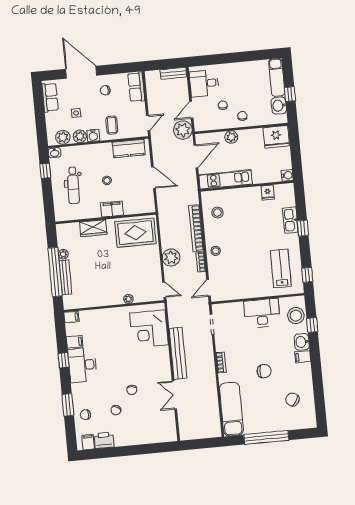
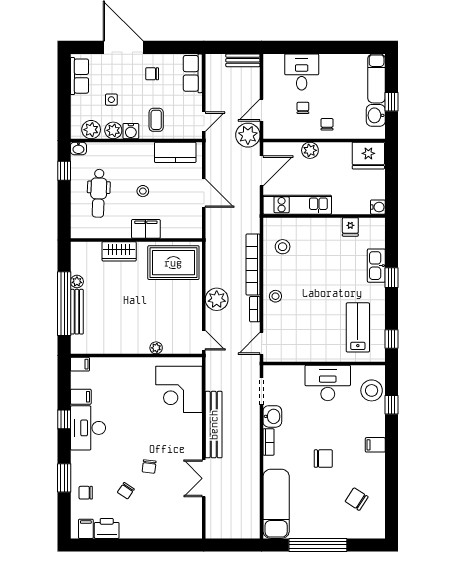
desk: (204, 83) -> (302, 72), moved, turned 90
washbasin: (302, 342) -> (272, 416), moved, turned 180

